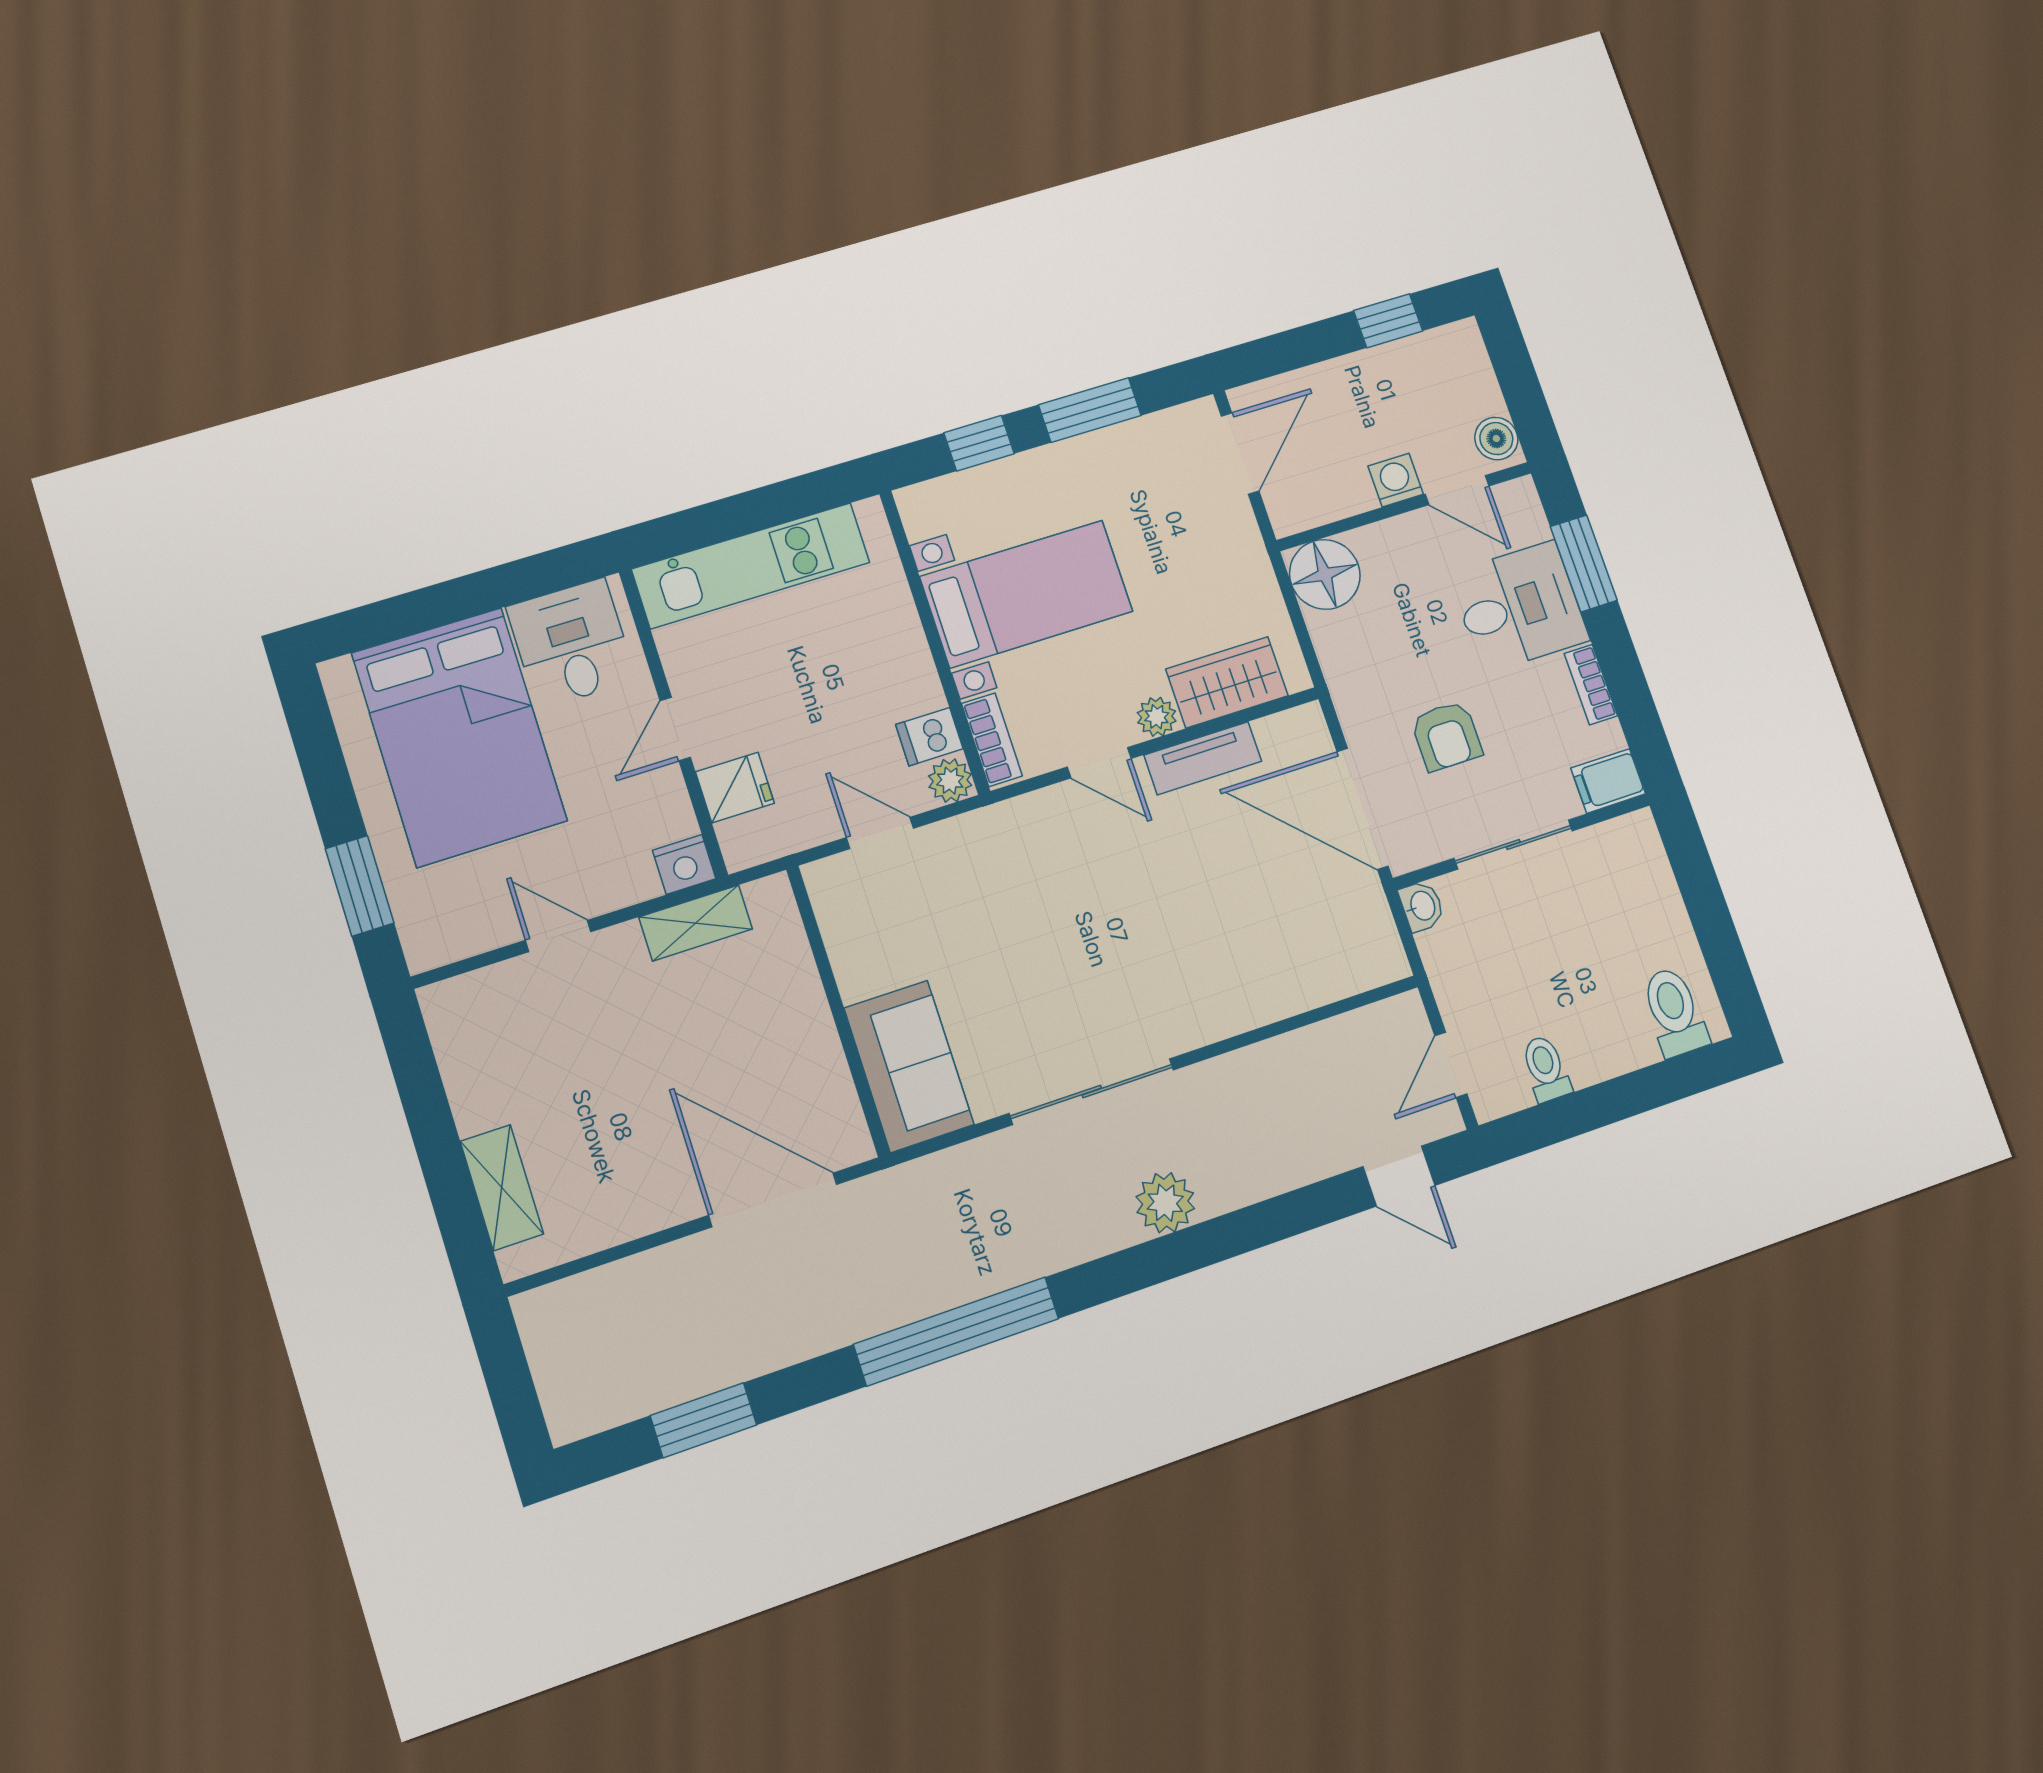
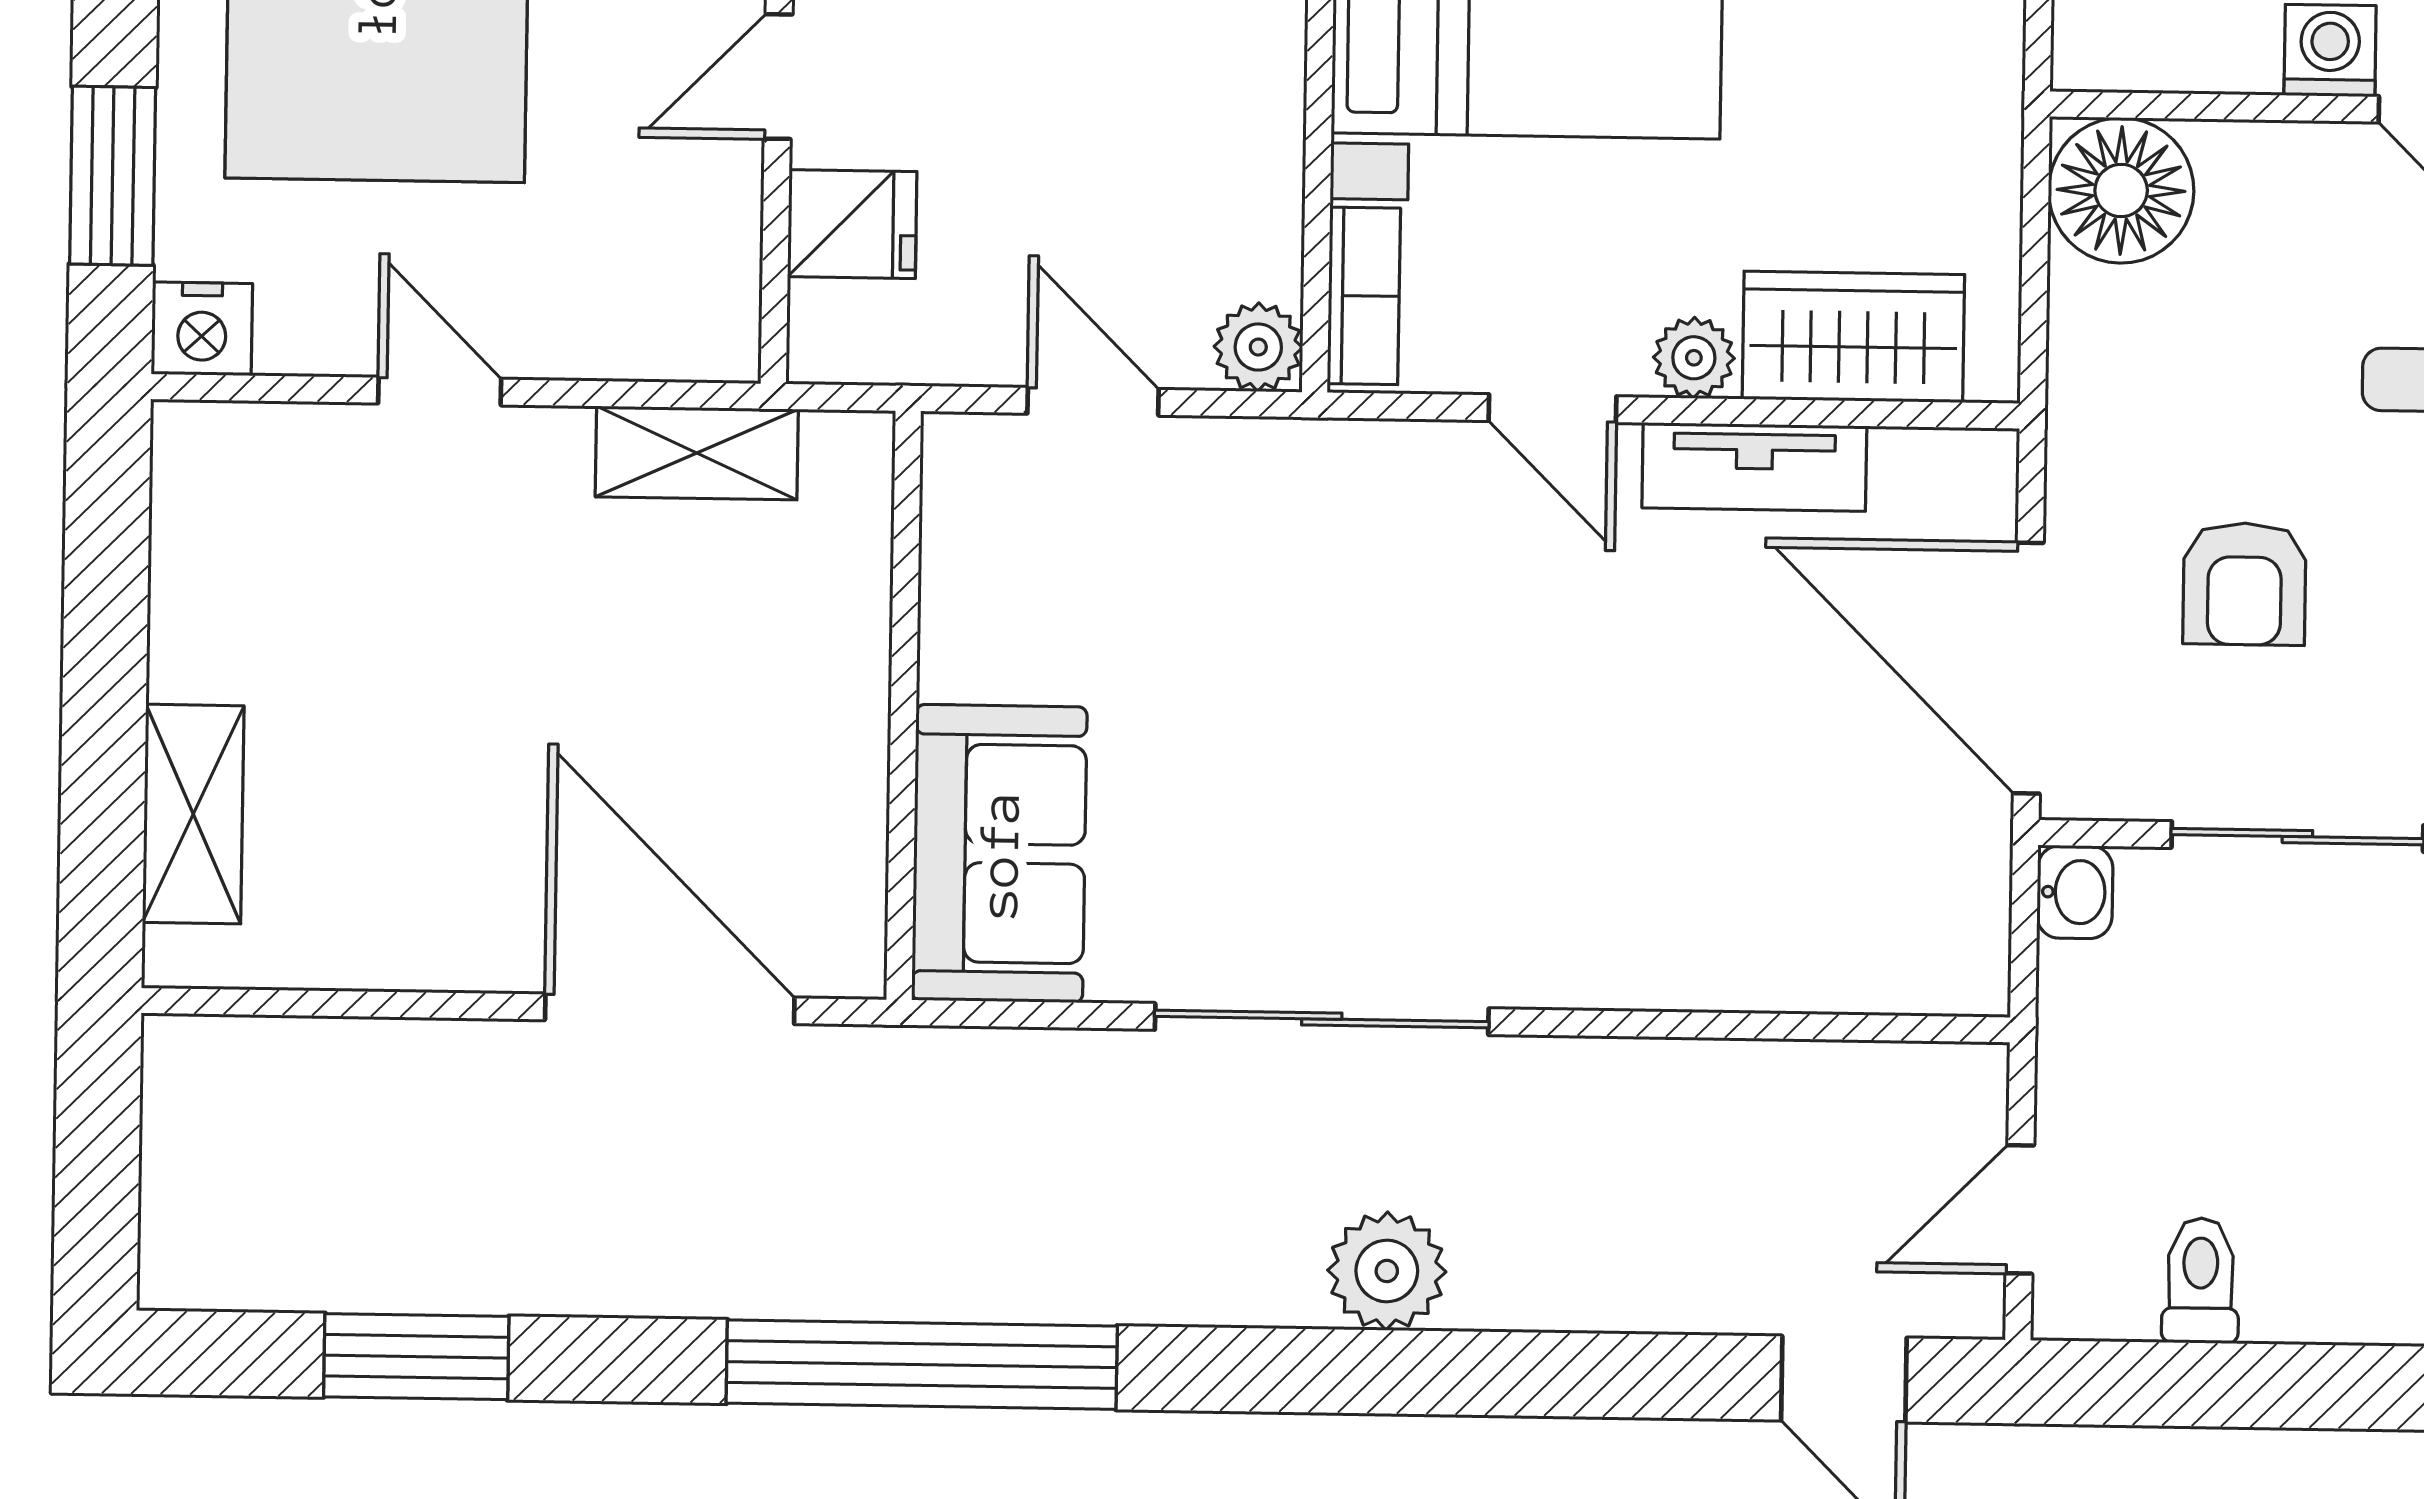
dishwasher: (929, 737) -> (1248, 250), removed
nightstand: (684, 864) -> (202, 329), moved

